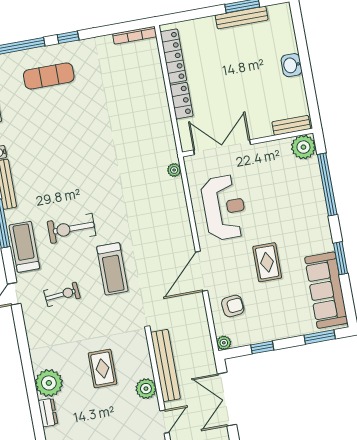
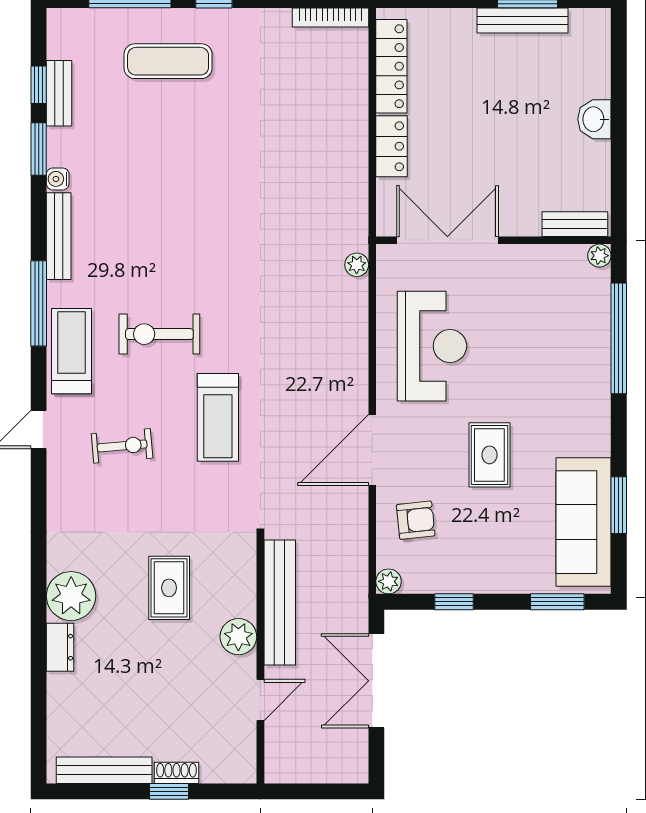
plant: (303, 147) -> (599, 256), width x0.53, depth x0.53
window: (341, 258) -> (619, 505), moved

